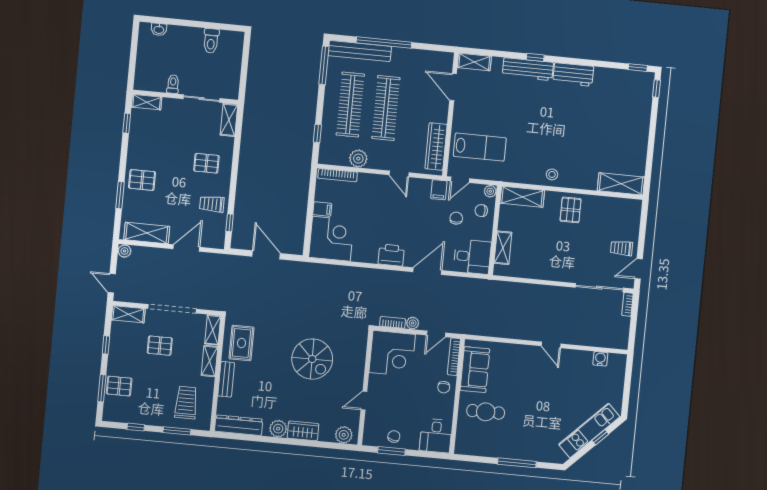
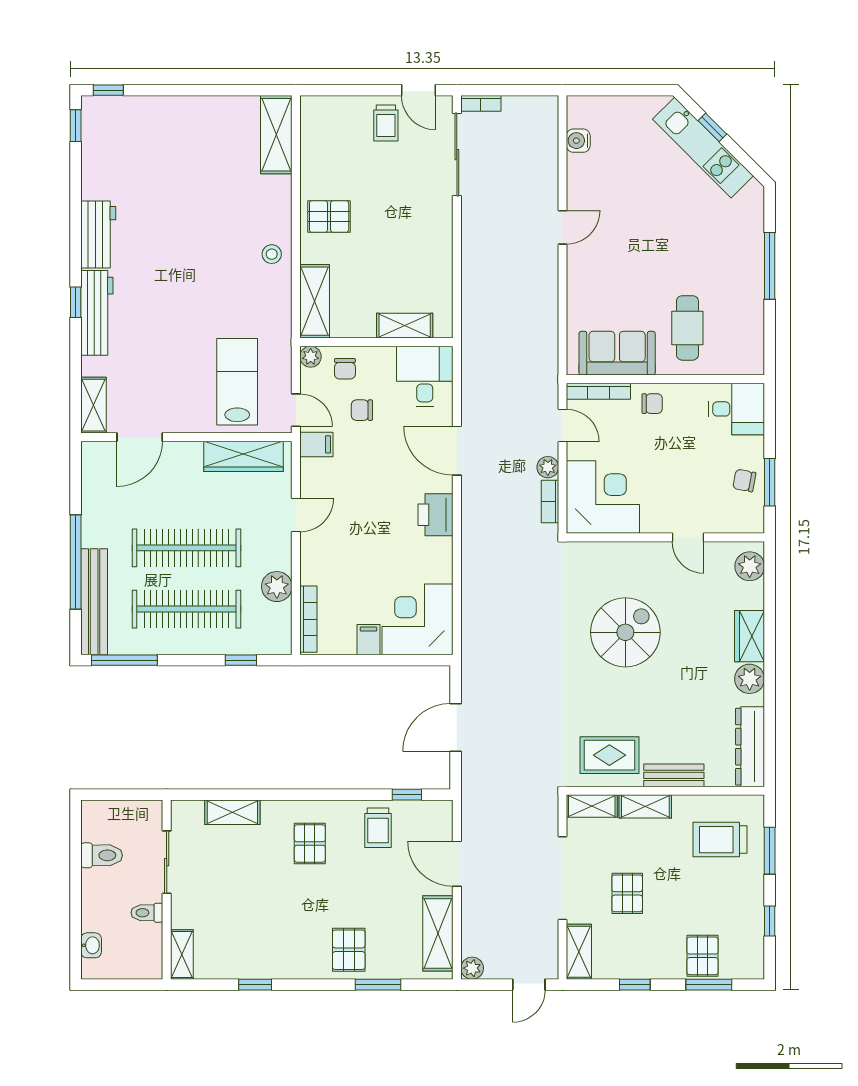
toilet: (173, 84) -> (147, 913), moved
wall: (185, 97) -> (167, 890), moved
sliding door: (202, 99) -> (167, 862), moved
shelving: (147, 102) -> (182, 955), moved

